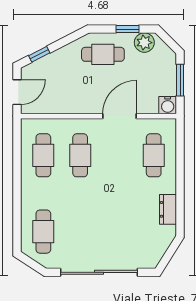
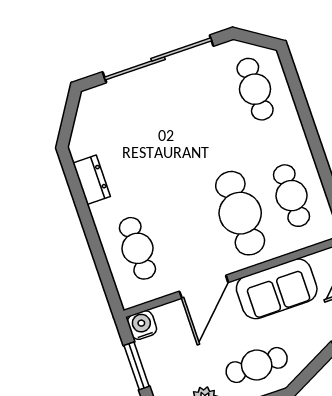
sofa: (73, 99) -> (277, 289), added
cafe table: (80, 155) -> (240, 213), width x1.37, depth x1.35

